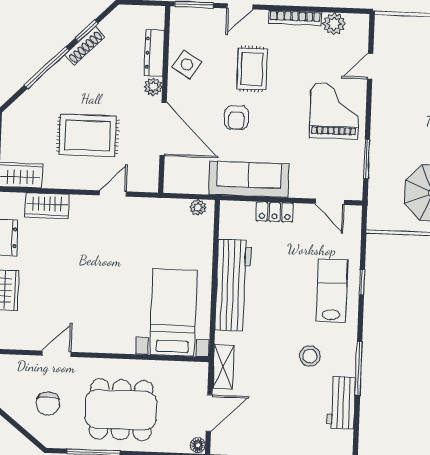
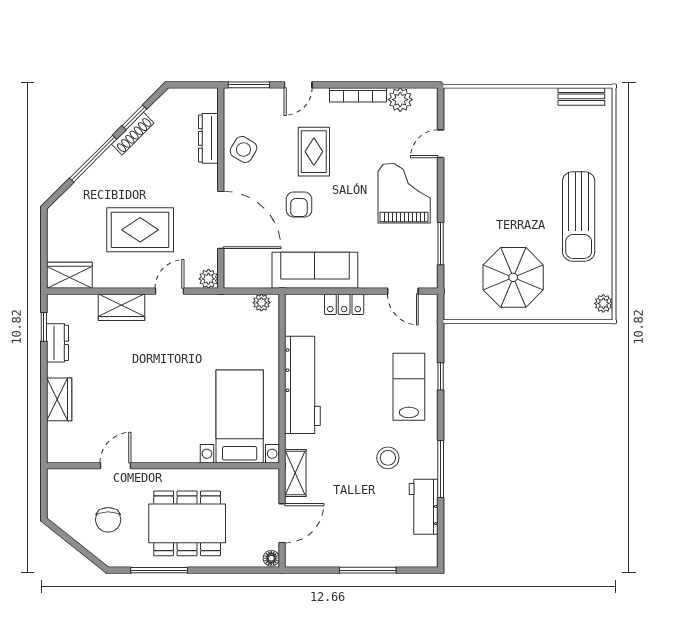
plant: (153, 87) -> (208, 279), moved
wardrobe: (47, 206) -> (122, 307), moved

